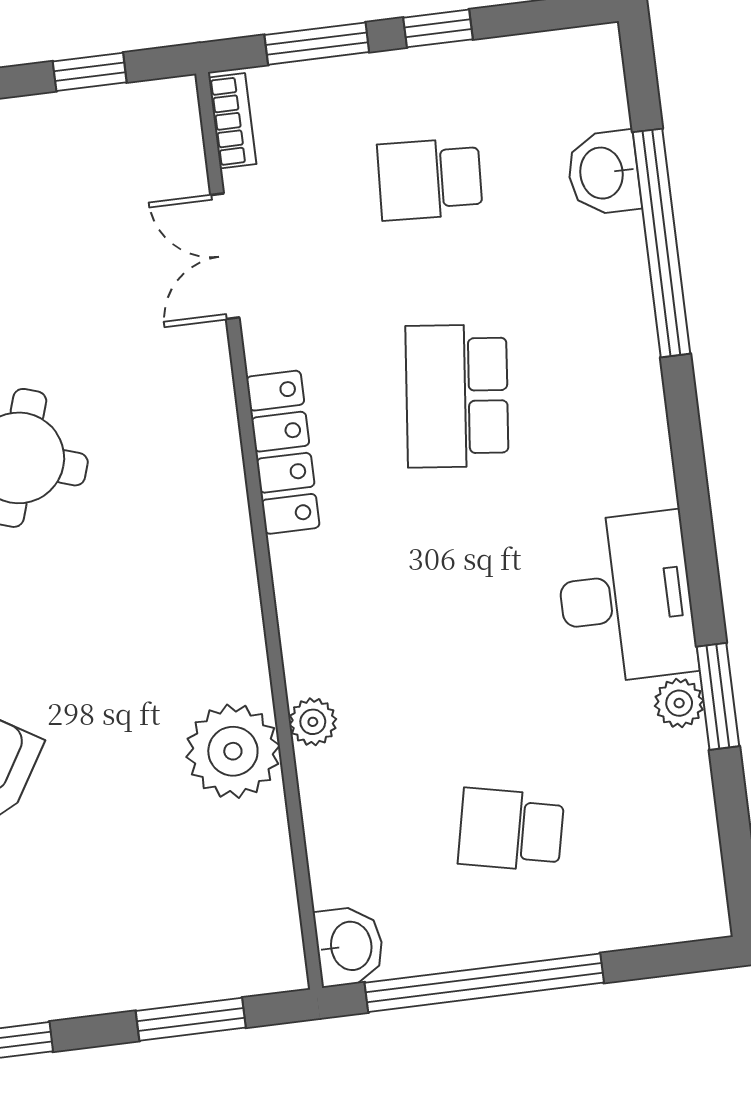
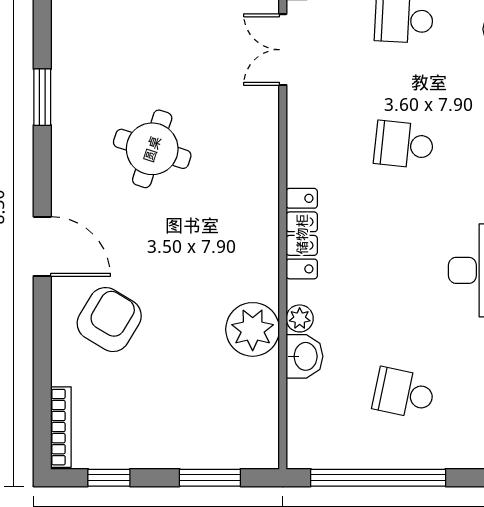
school desk: (457, 396) -> (404, 145), width x0.54
locker: (283, 452) -> (302, 234), moved
washbasin: (349, 946) -> (305, 356), moved

